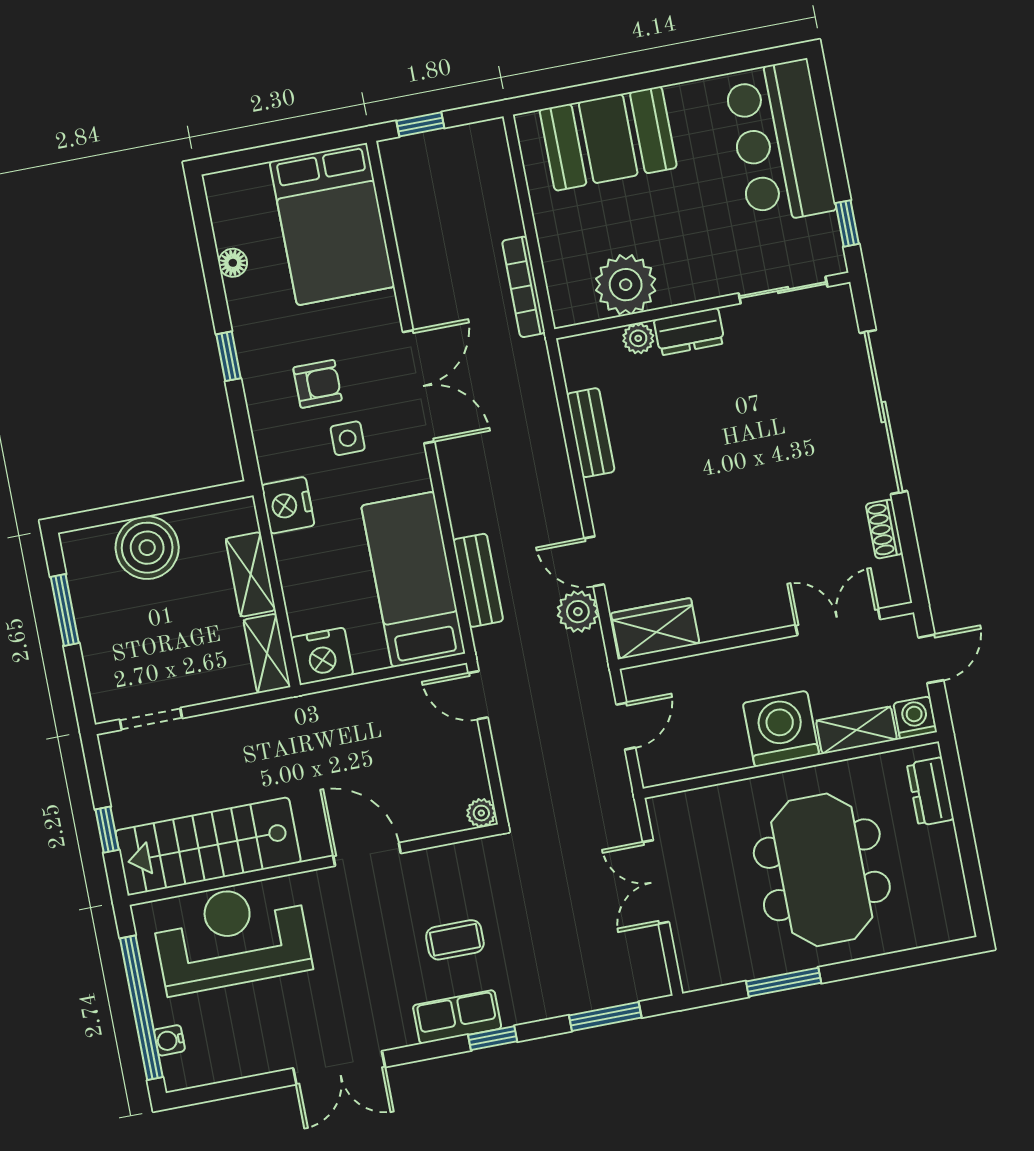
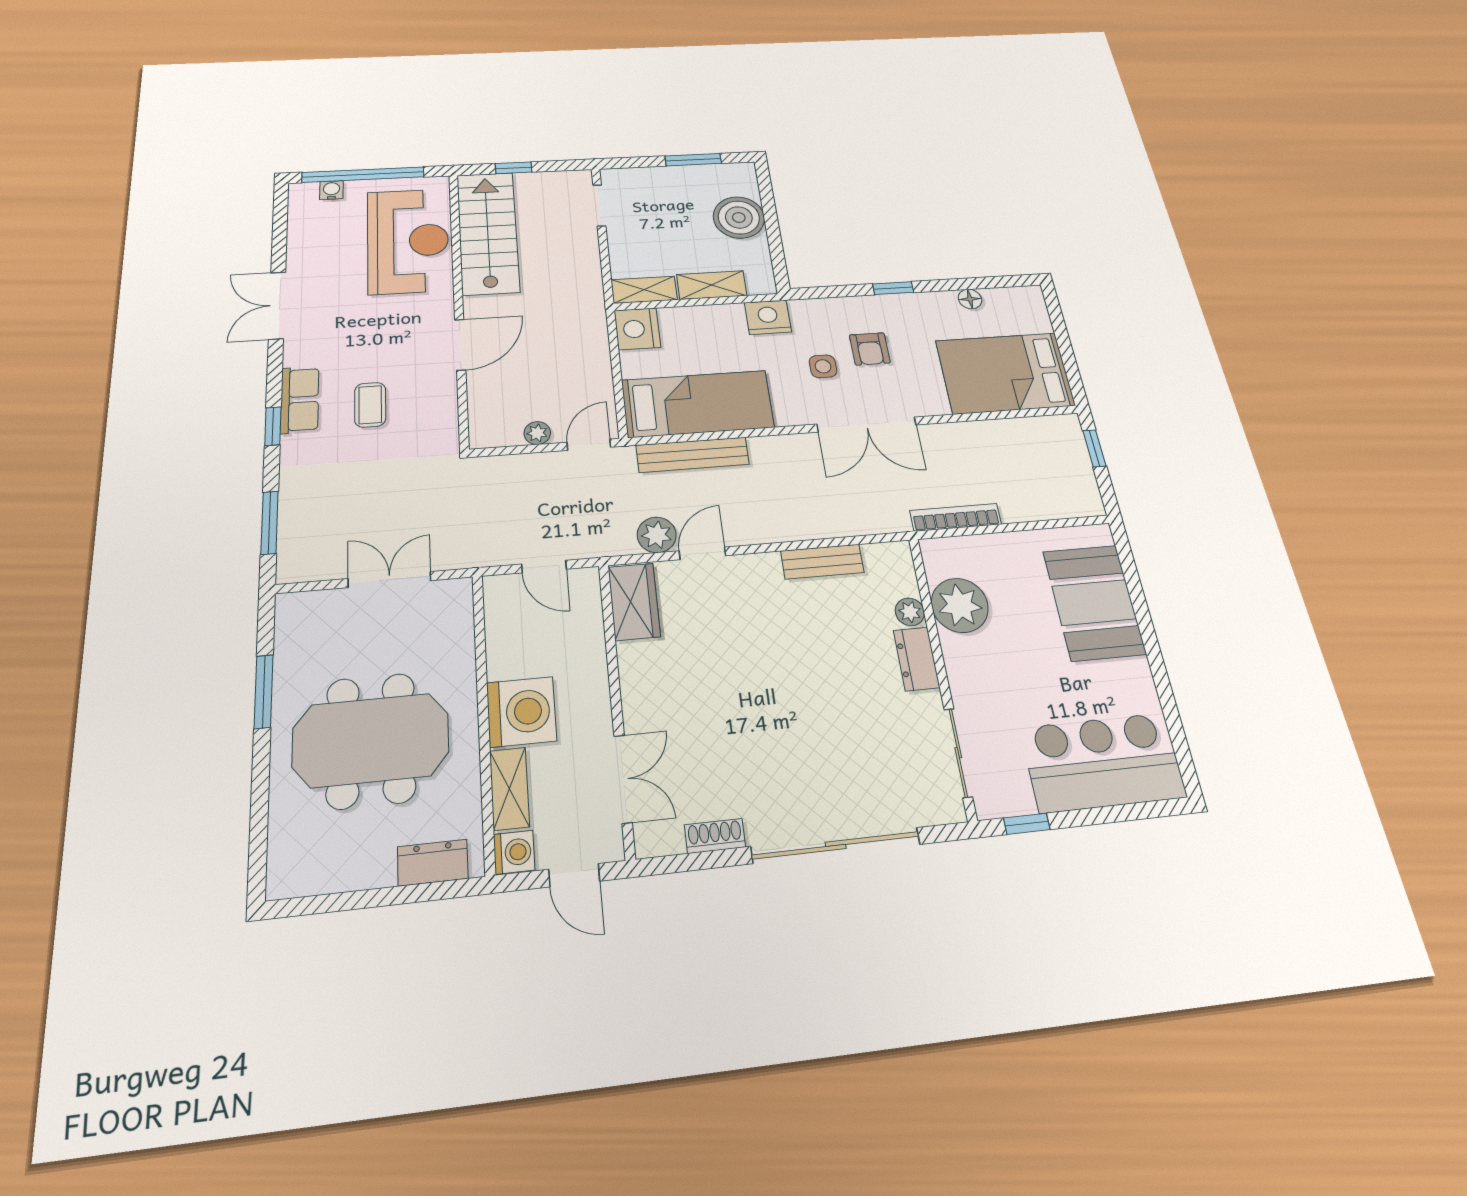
bench: (478, 580) -> (693, 455), width x1.36
plant: (481, 813) -> (537, 433), moved

